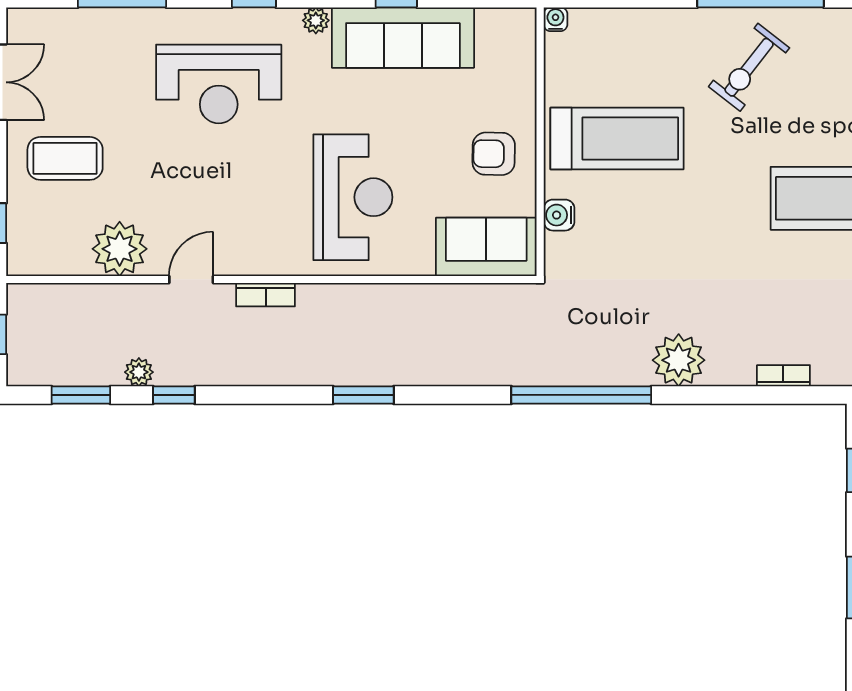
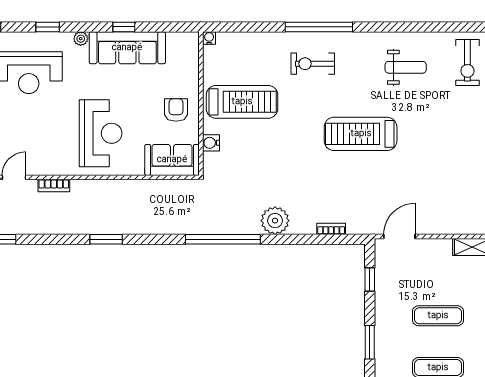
exercise bike: (749, 67) -> (313, 64), turned 52
armchair: (494, 154) -> (176, 110), turned 89

